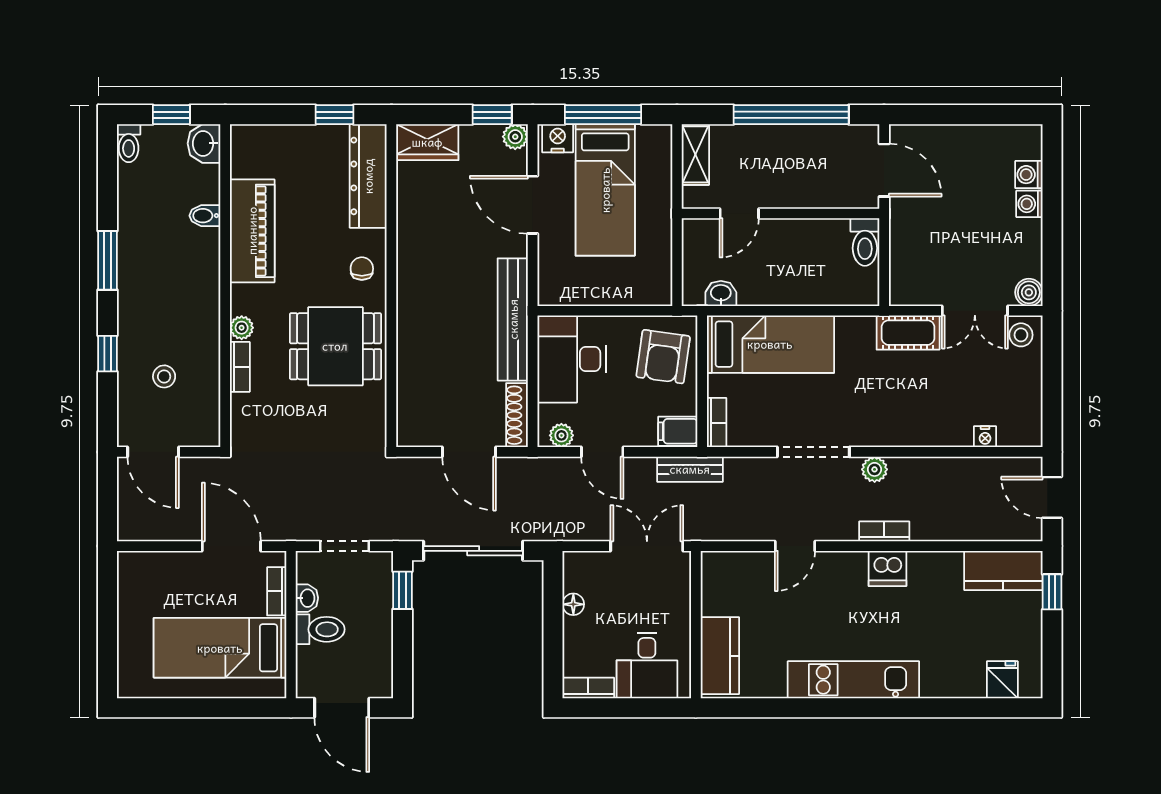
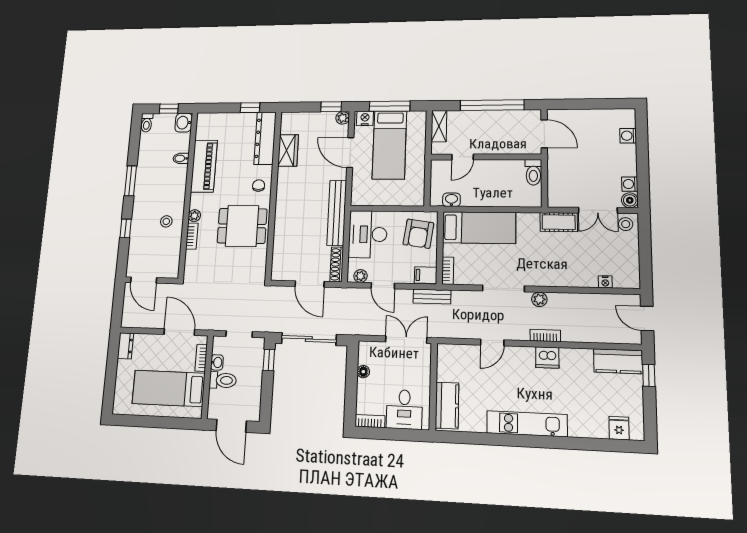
wardrobe: (427, 142) -> (288, 150), moved, turned -90
washing machine: (1029, 204) -> (630, 184), moved
stool: (164, 376) -> (166, 221), moved
dresser: (130, 574) -> (125, 346), added

